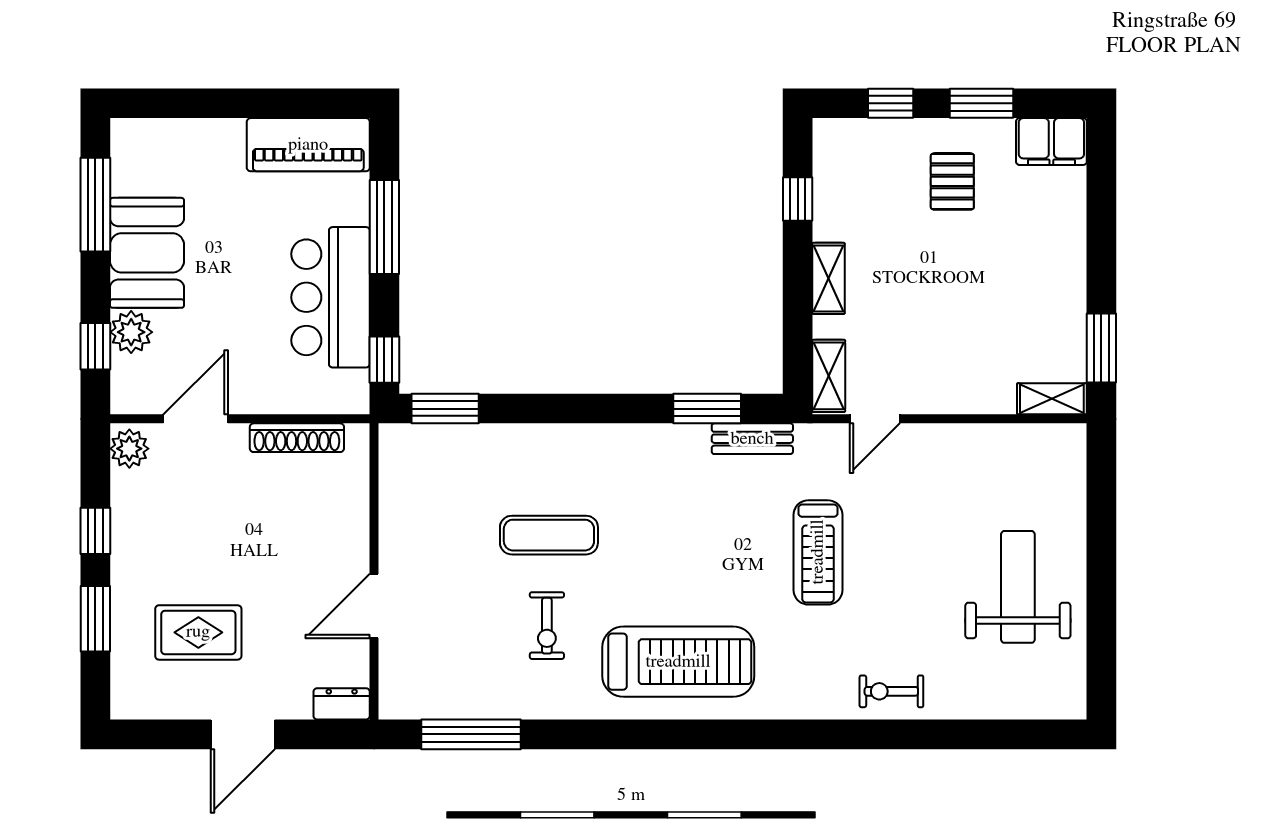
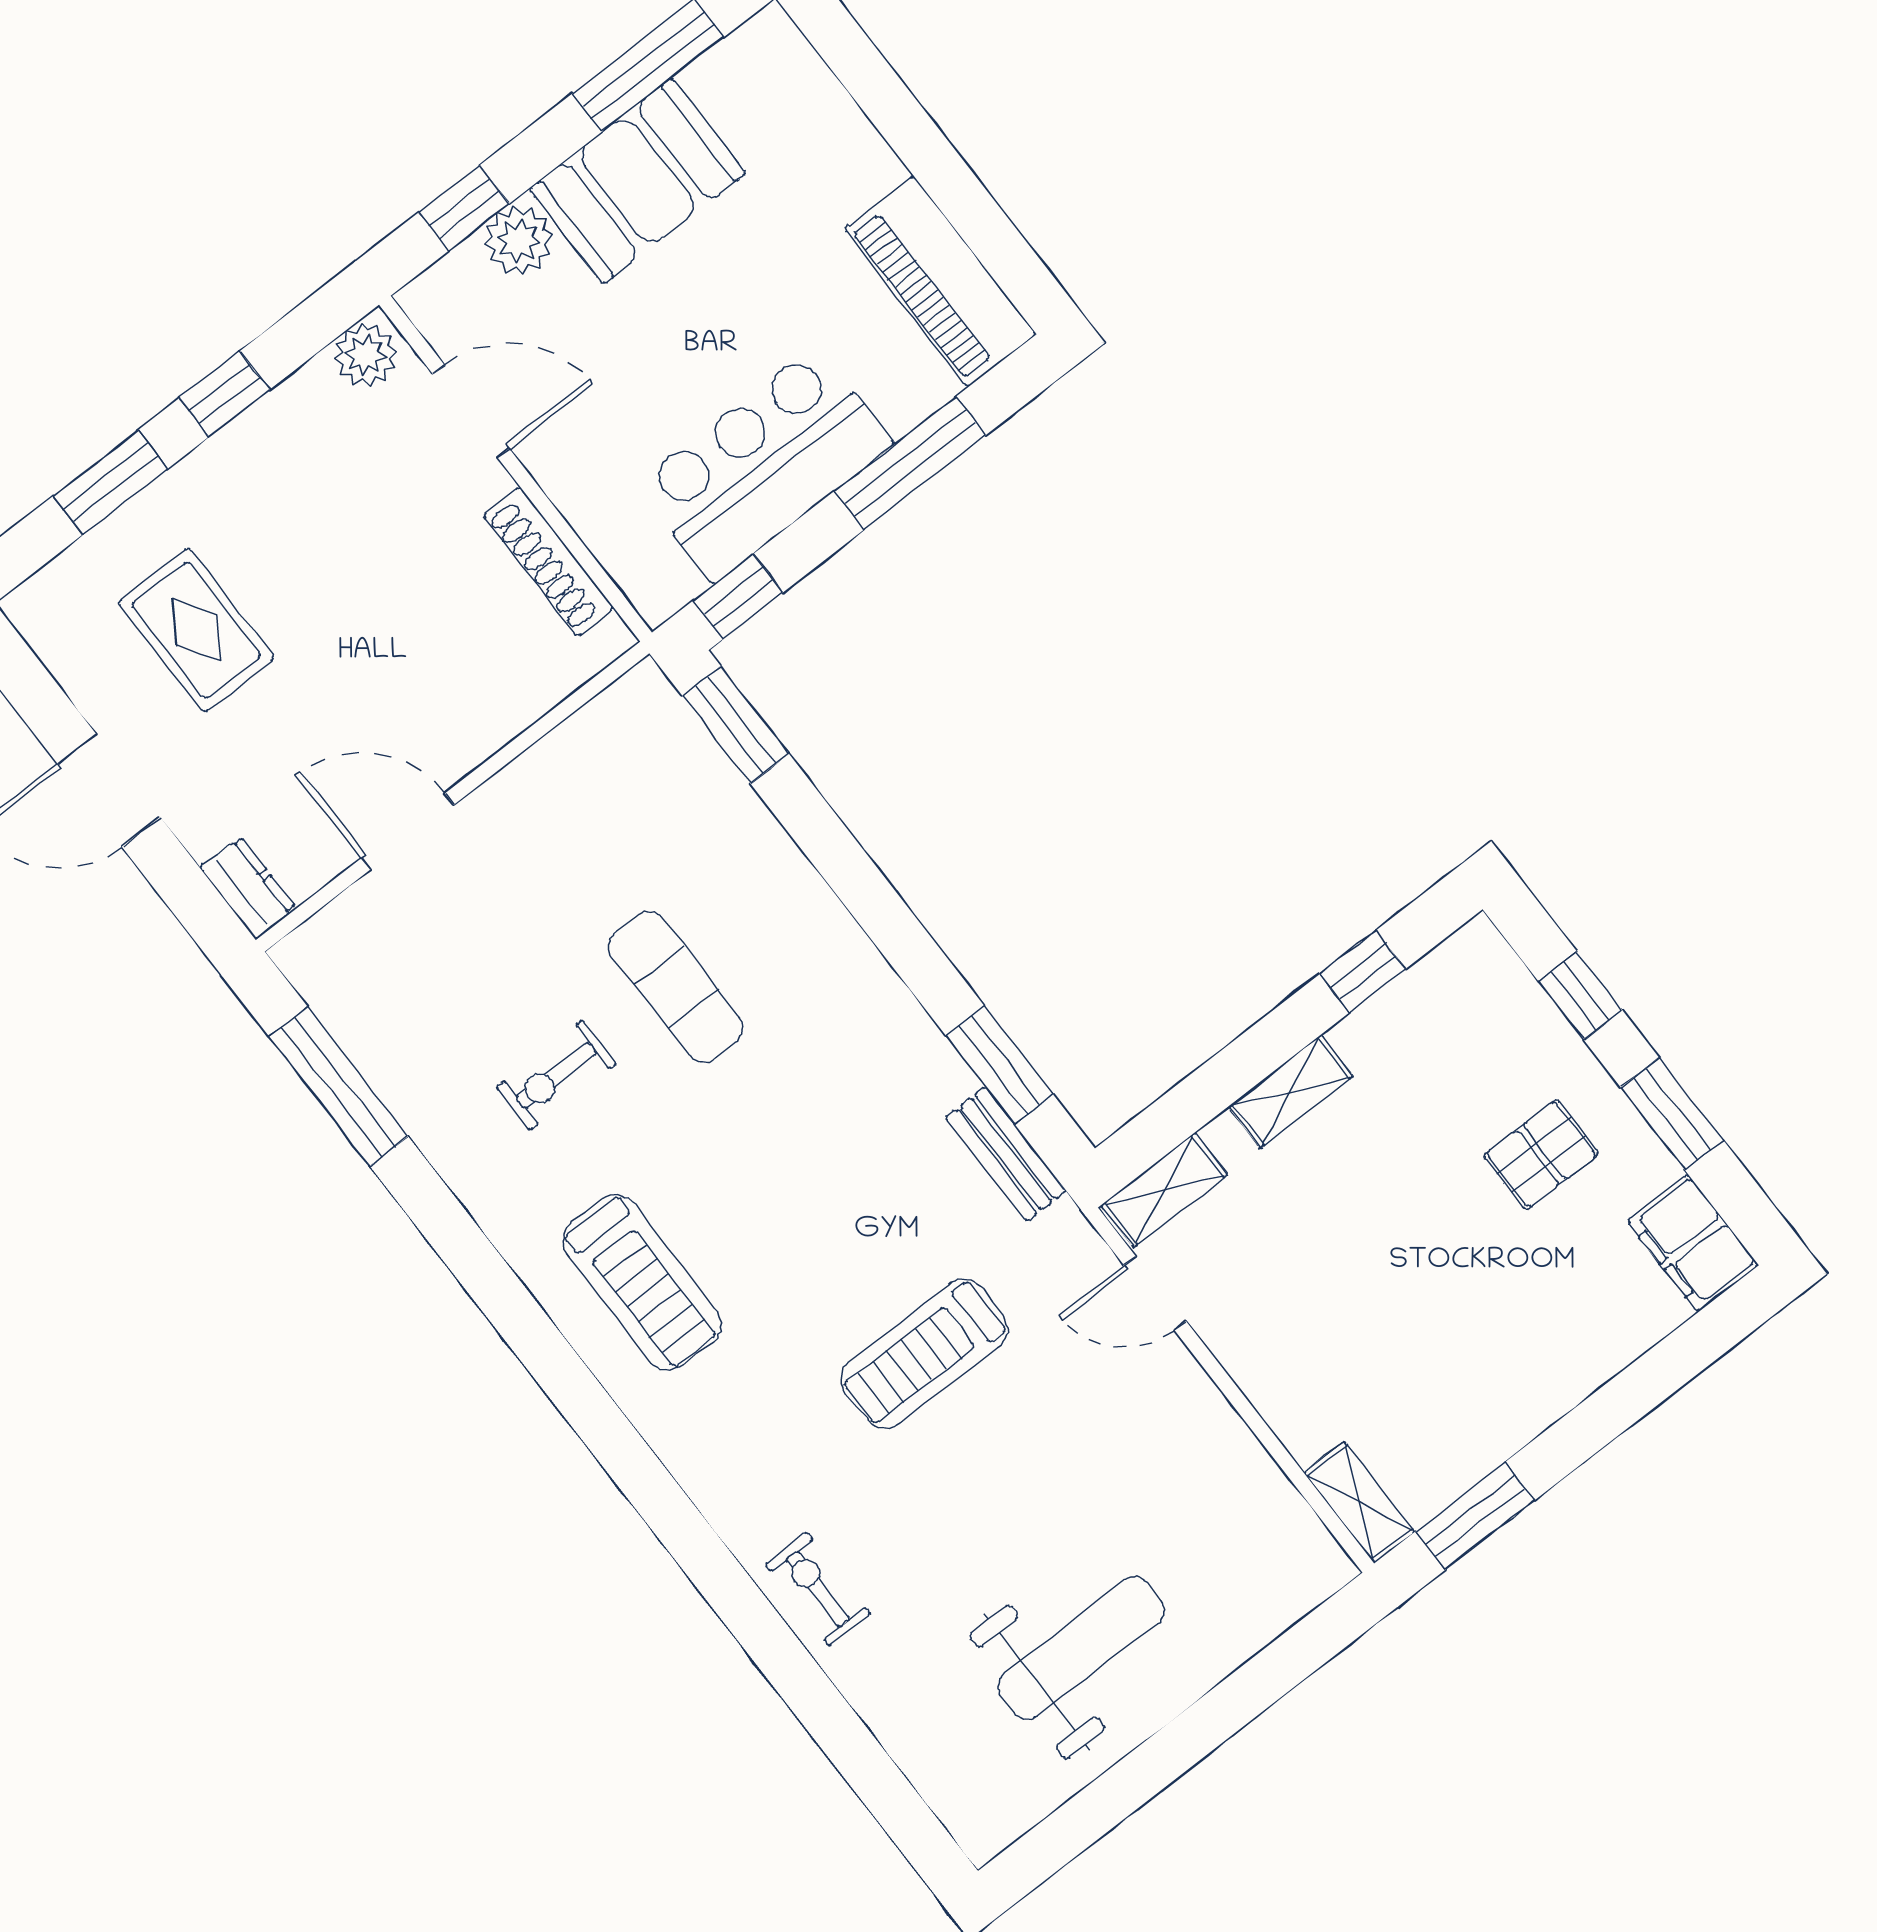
treadmill: (678, 662) -> (642, 1282), width x0.73, depth x0.73

